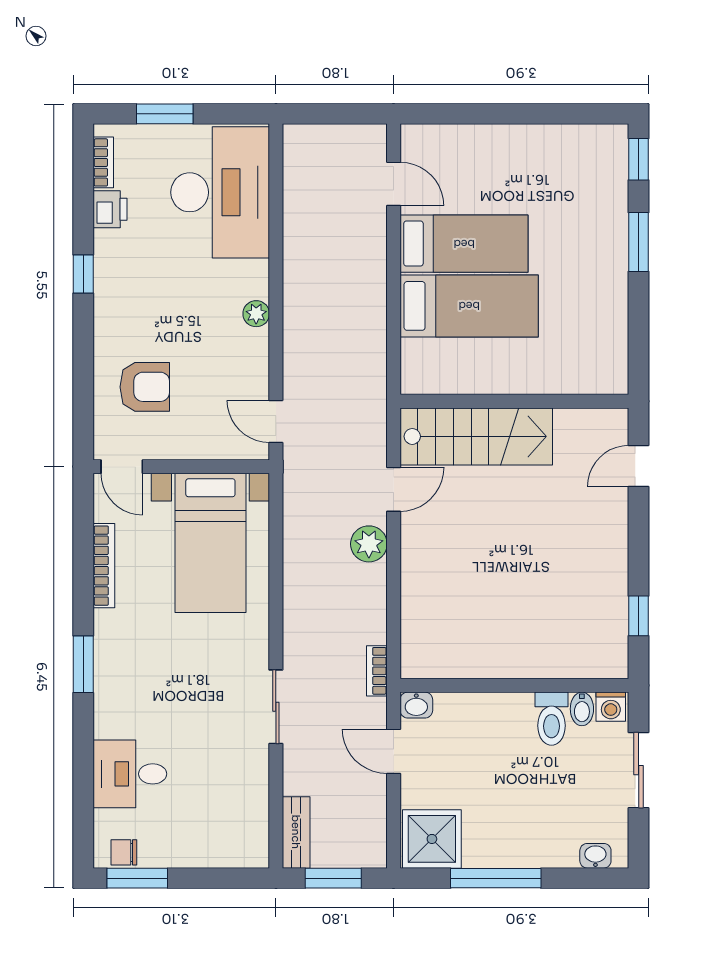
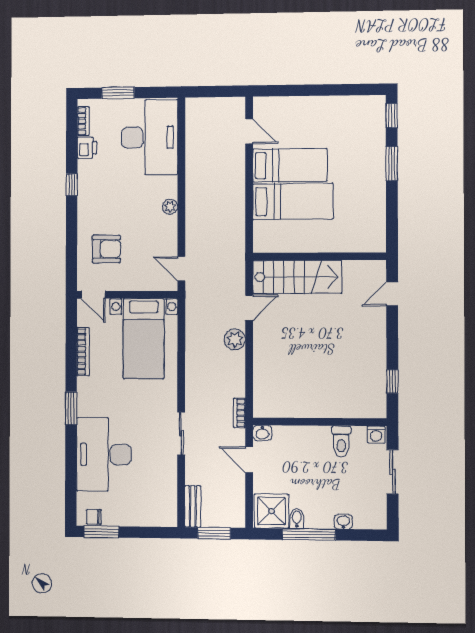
bidet: (582, 709) -> (297, 519), moved, turned 180
desk: (130, 774) -> (104, 454), width x1.87, depth x1.30
washbasin: (595, 856) -> (343, 522), moved

